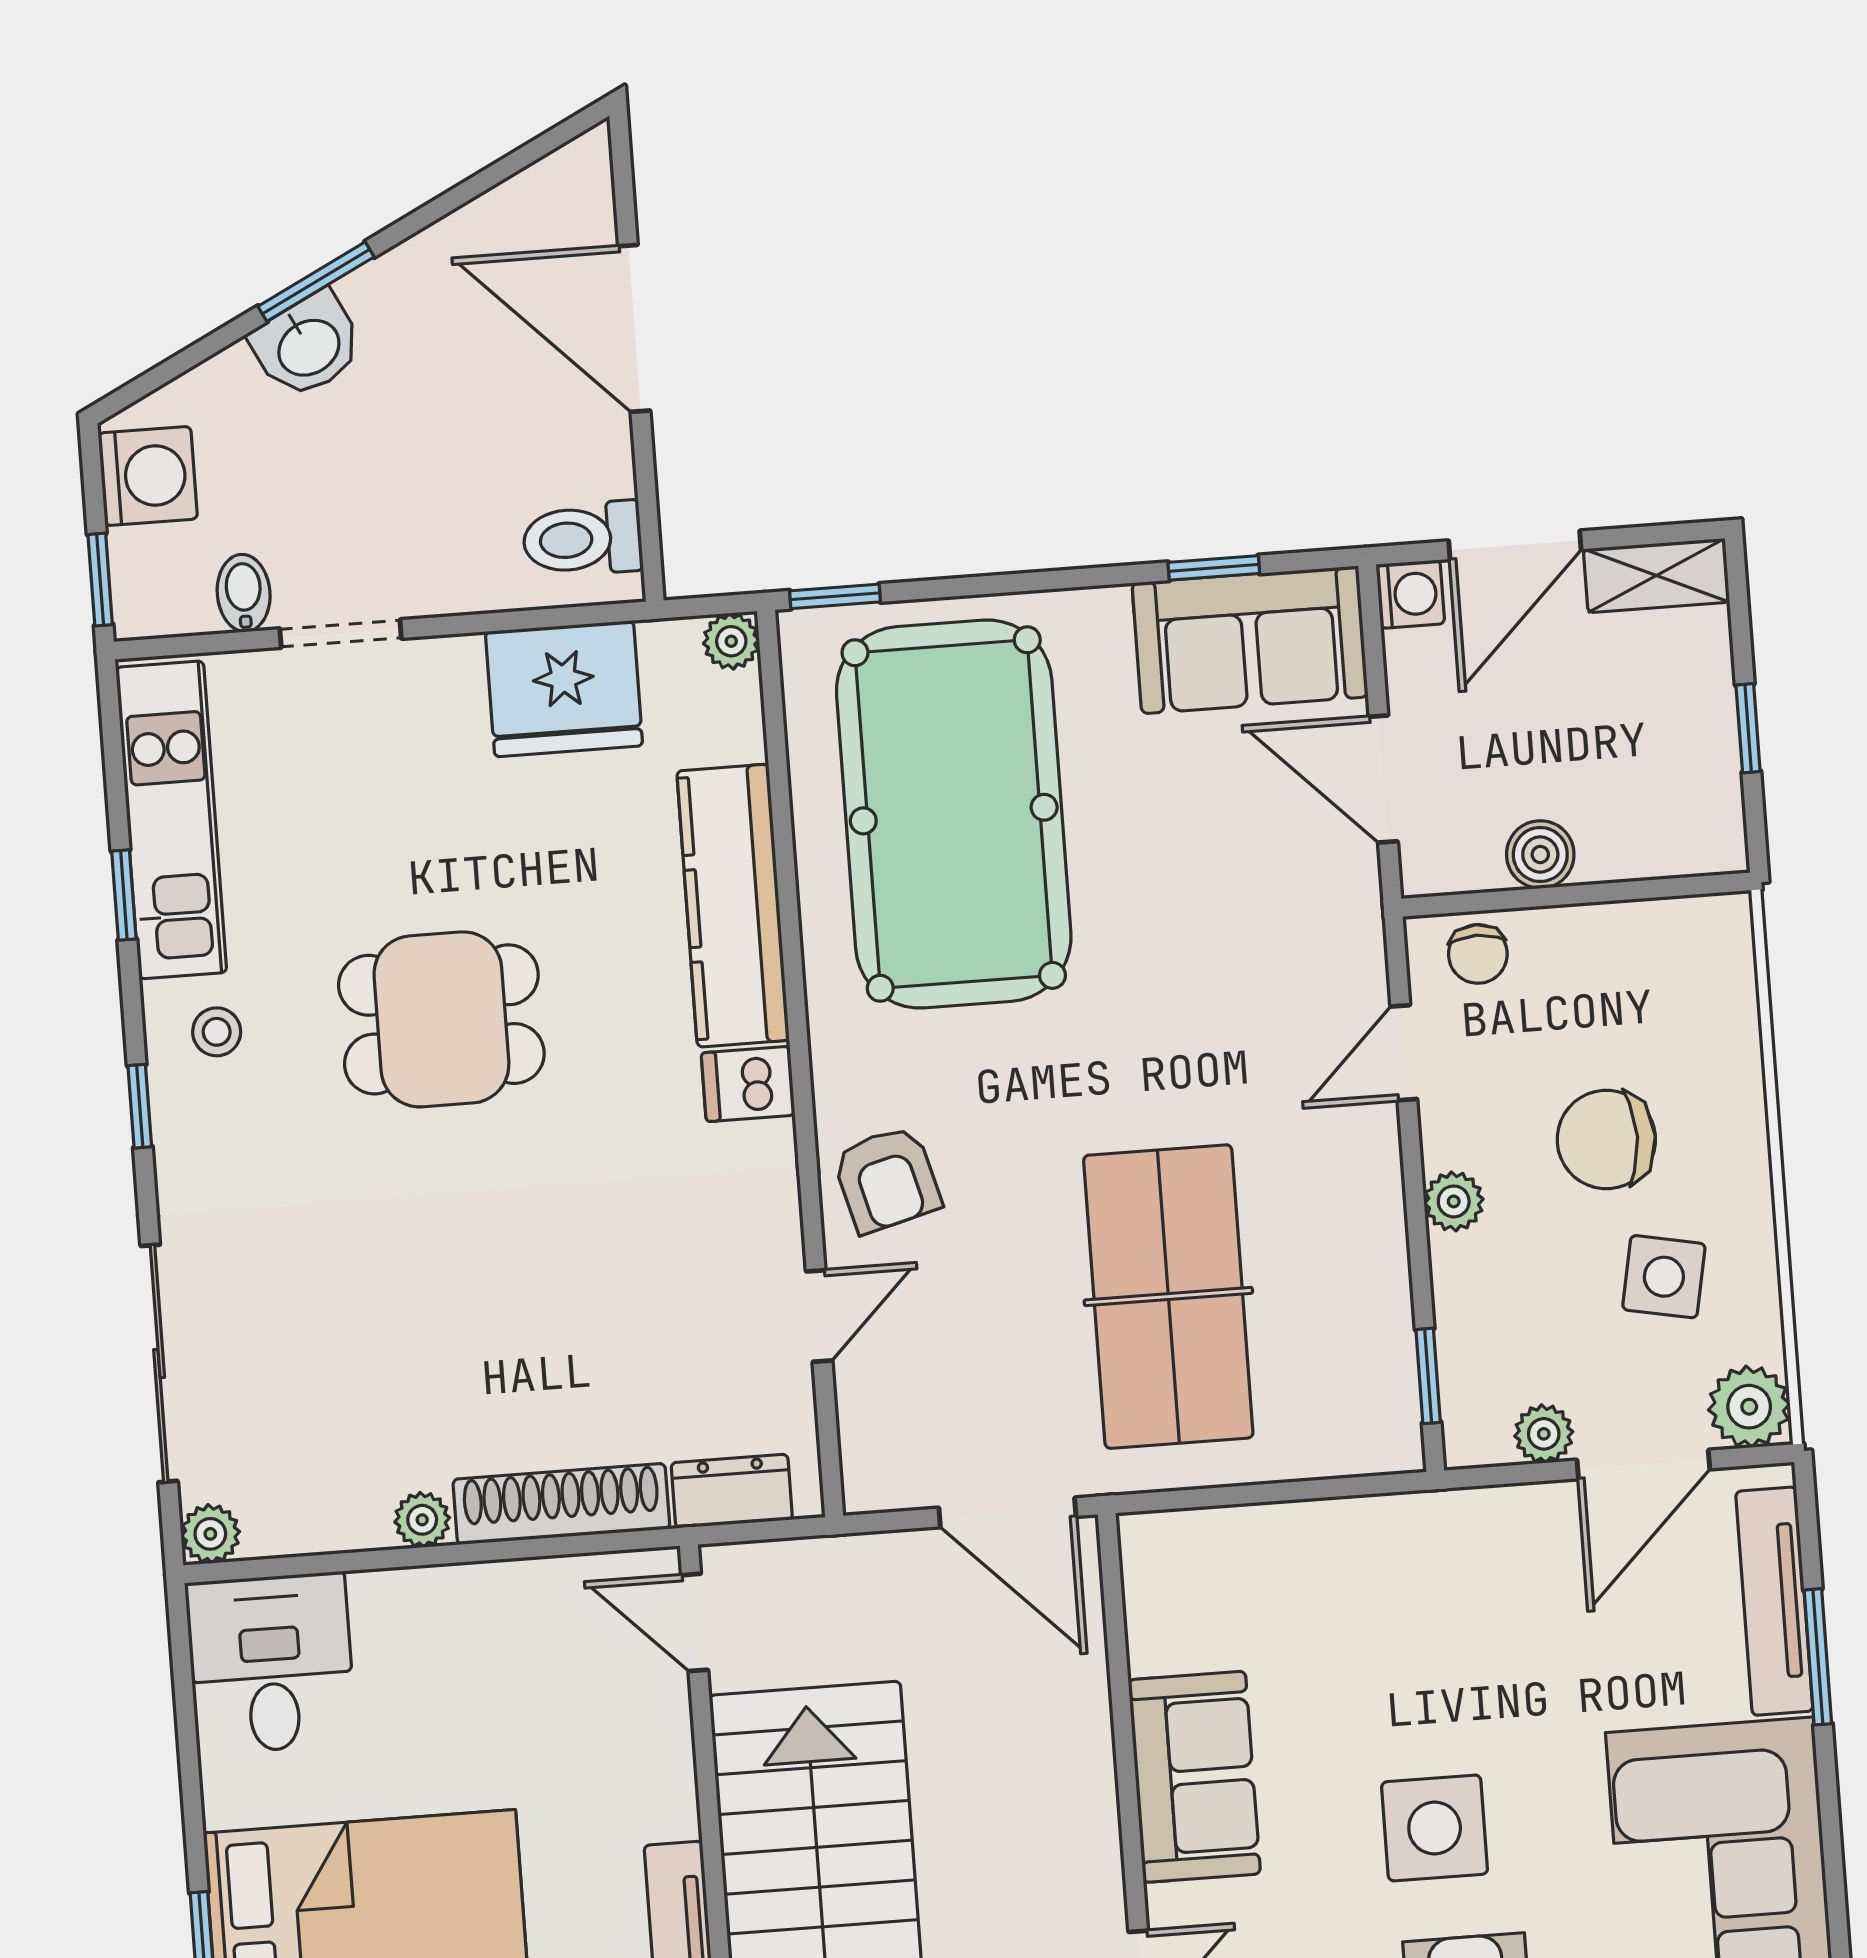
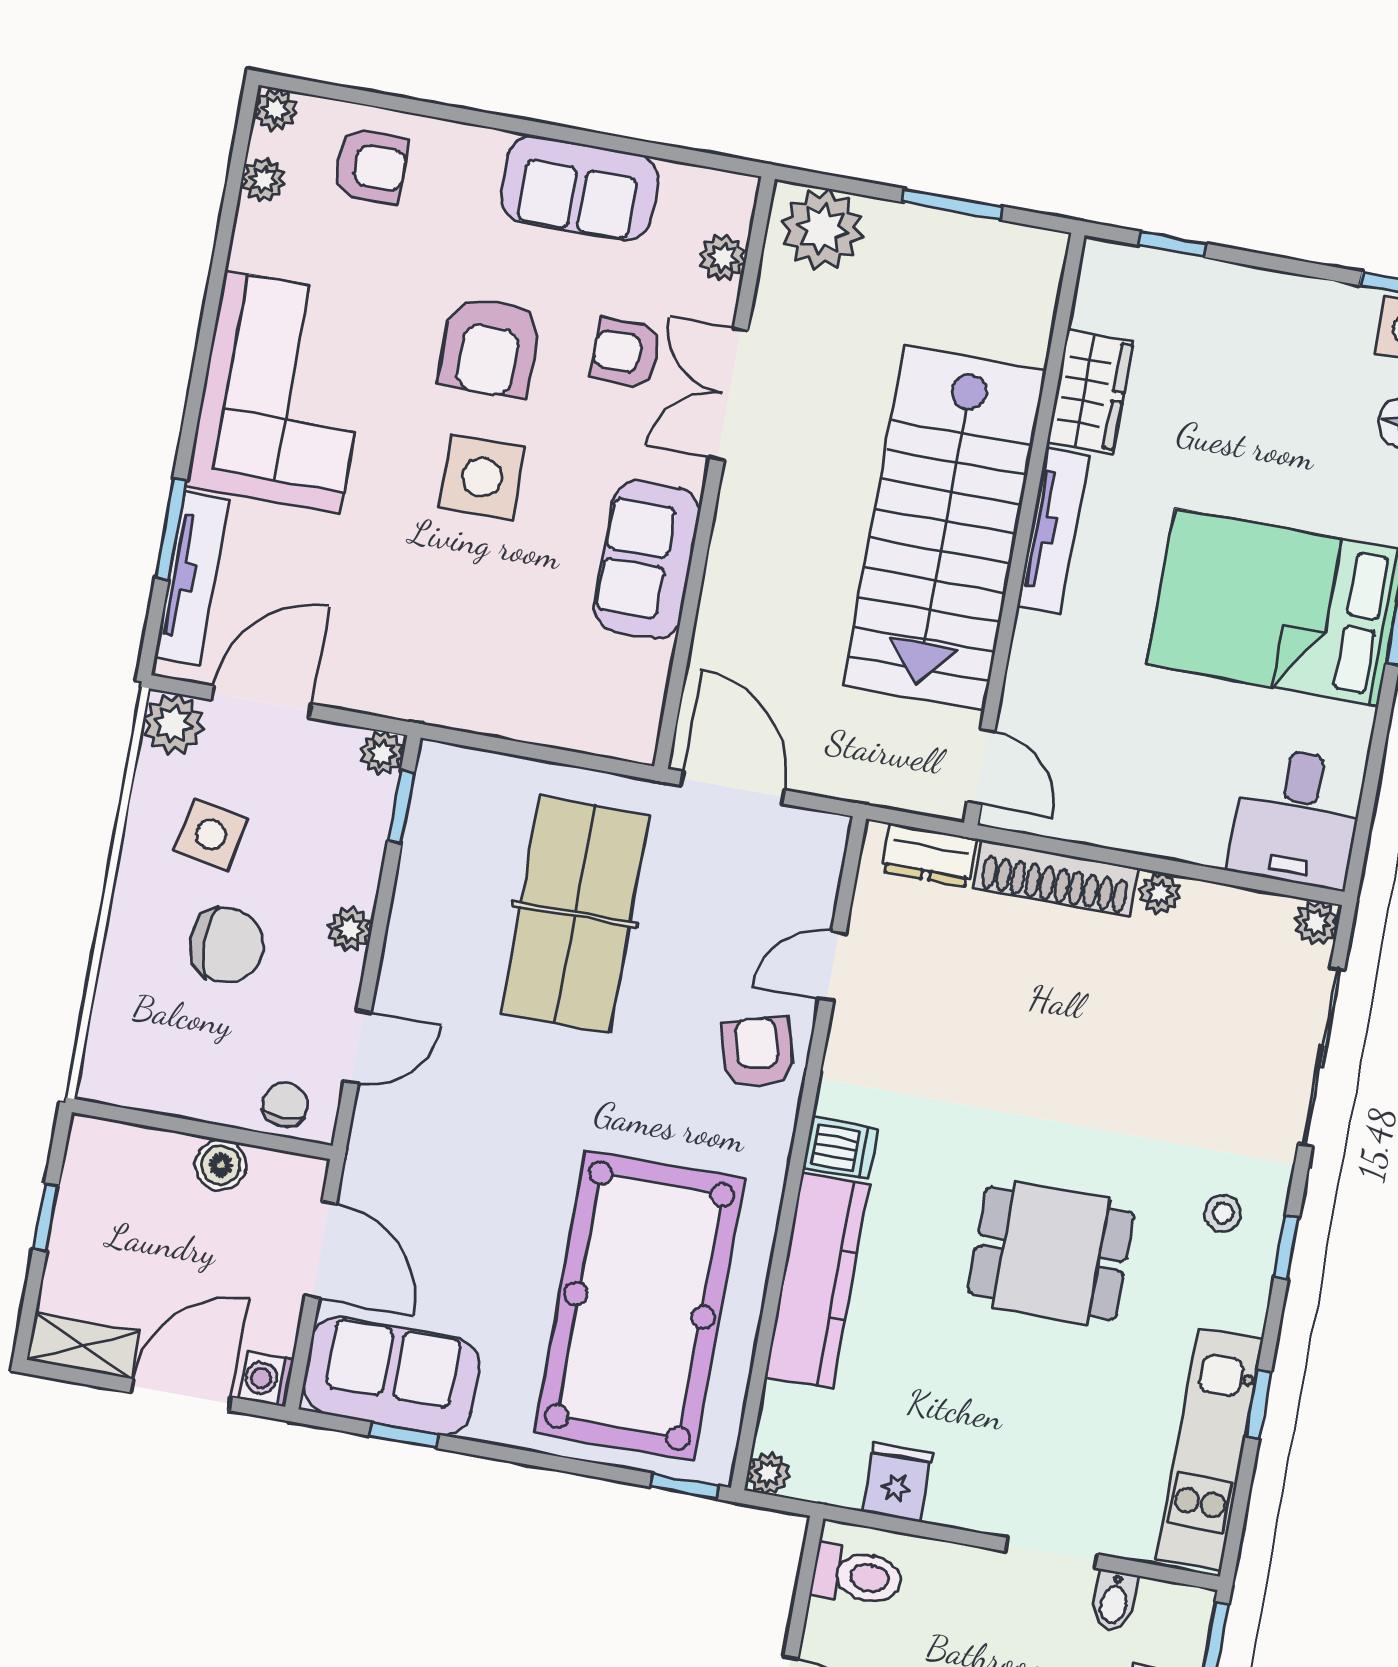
fridge: (564, 689) -> (897, 1482), width x0.53, depth x0.75
stool: (217, 1032) -> (1223, 1213), moved
plant: (1544, 1434) -> (382, 753), moved

